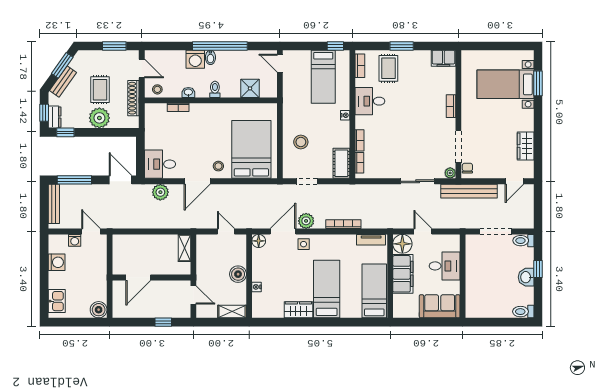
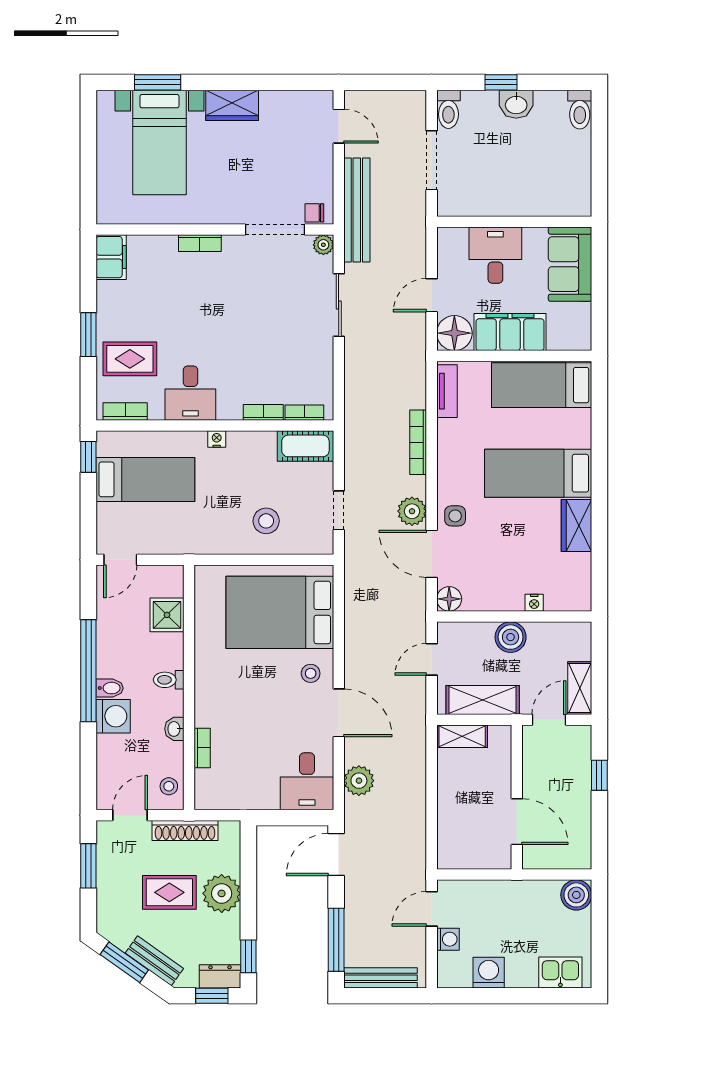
wardrobe: (526, 146) -> (232, 105), moved
shelving: (204, 259) -> (483, 700), added
shelving: (232, 312) -> (580, 688), moved

